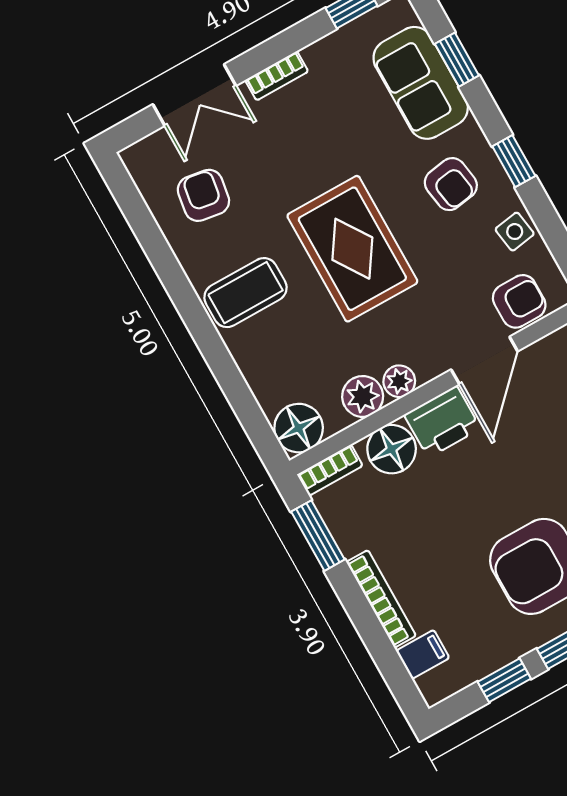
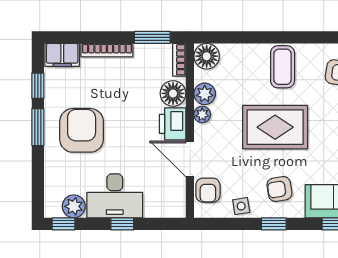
filing cabinet: (423, 654) -> (62, 55), width x2.00

